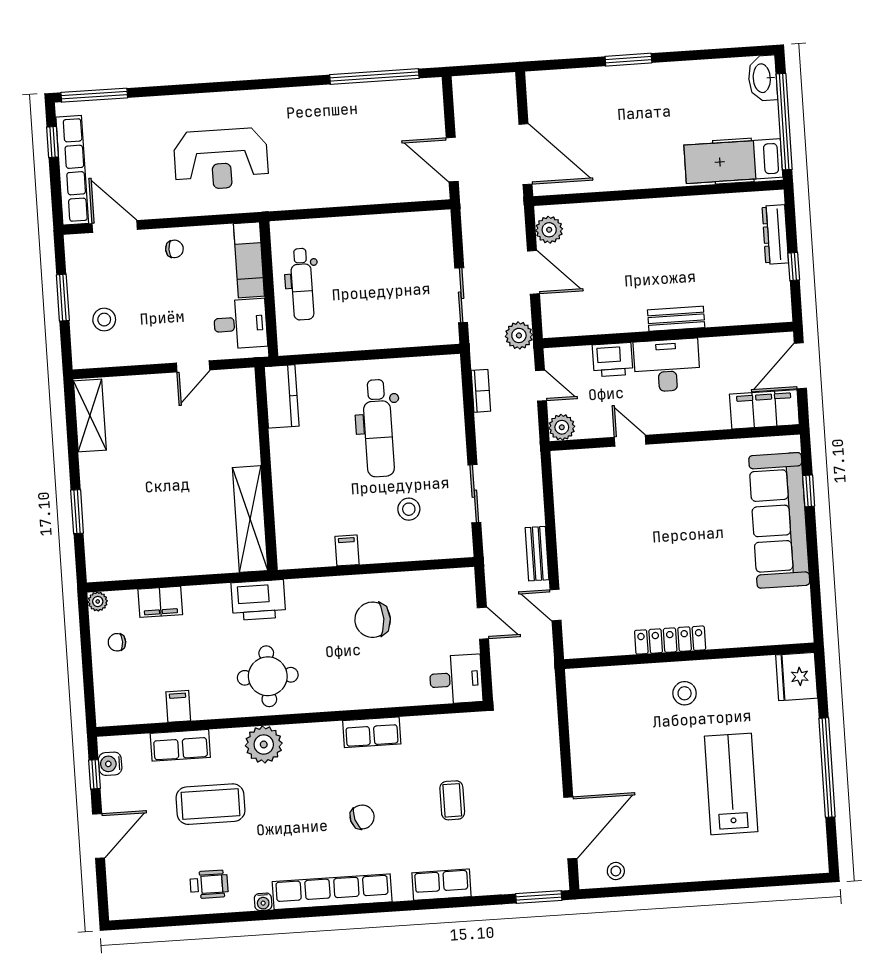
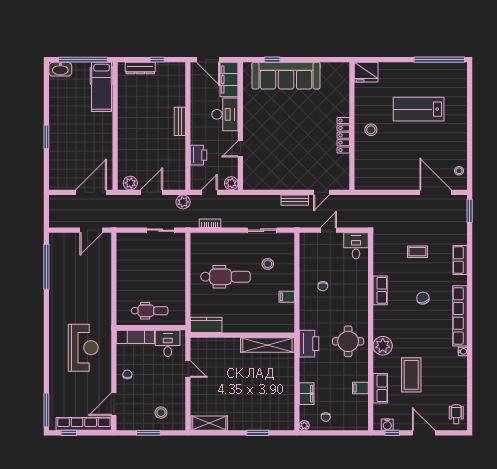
desk: (667, 365) -> (225, 114), moved, turned 180
chair: (373, 620) -> (323, 286), width x0.54, depth x0.54
window: (827, 768) -> (439, 60), moved
wheelchair: (209, 884) -> (456, 414), moved

